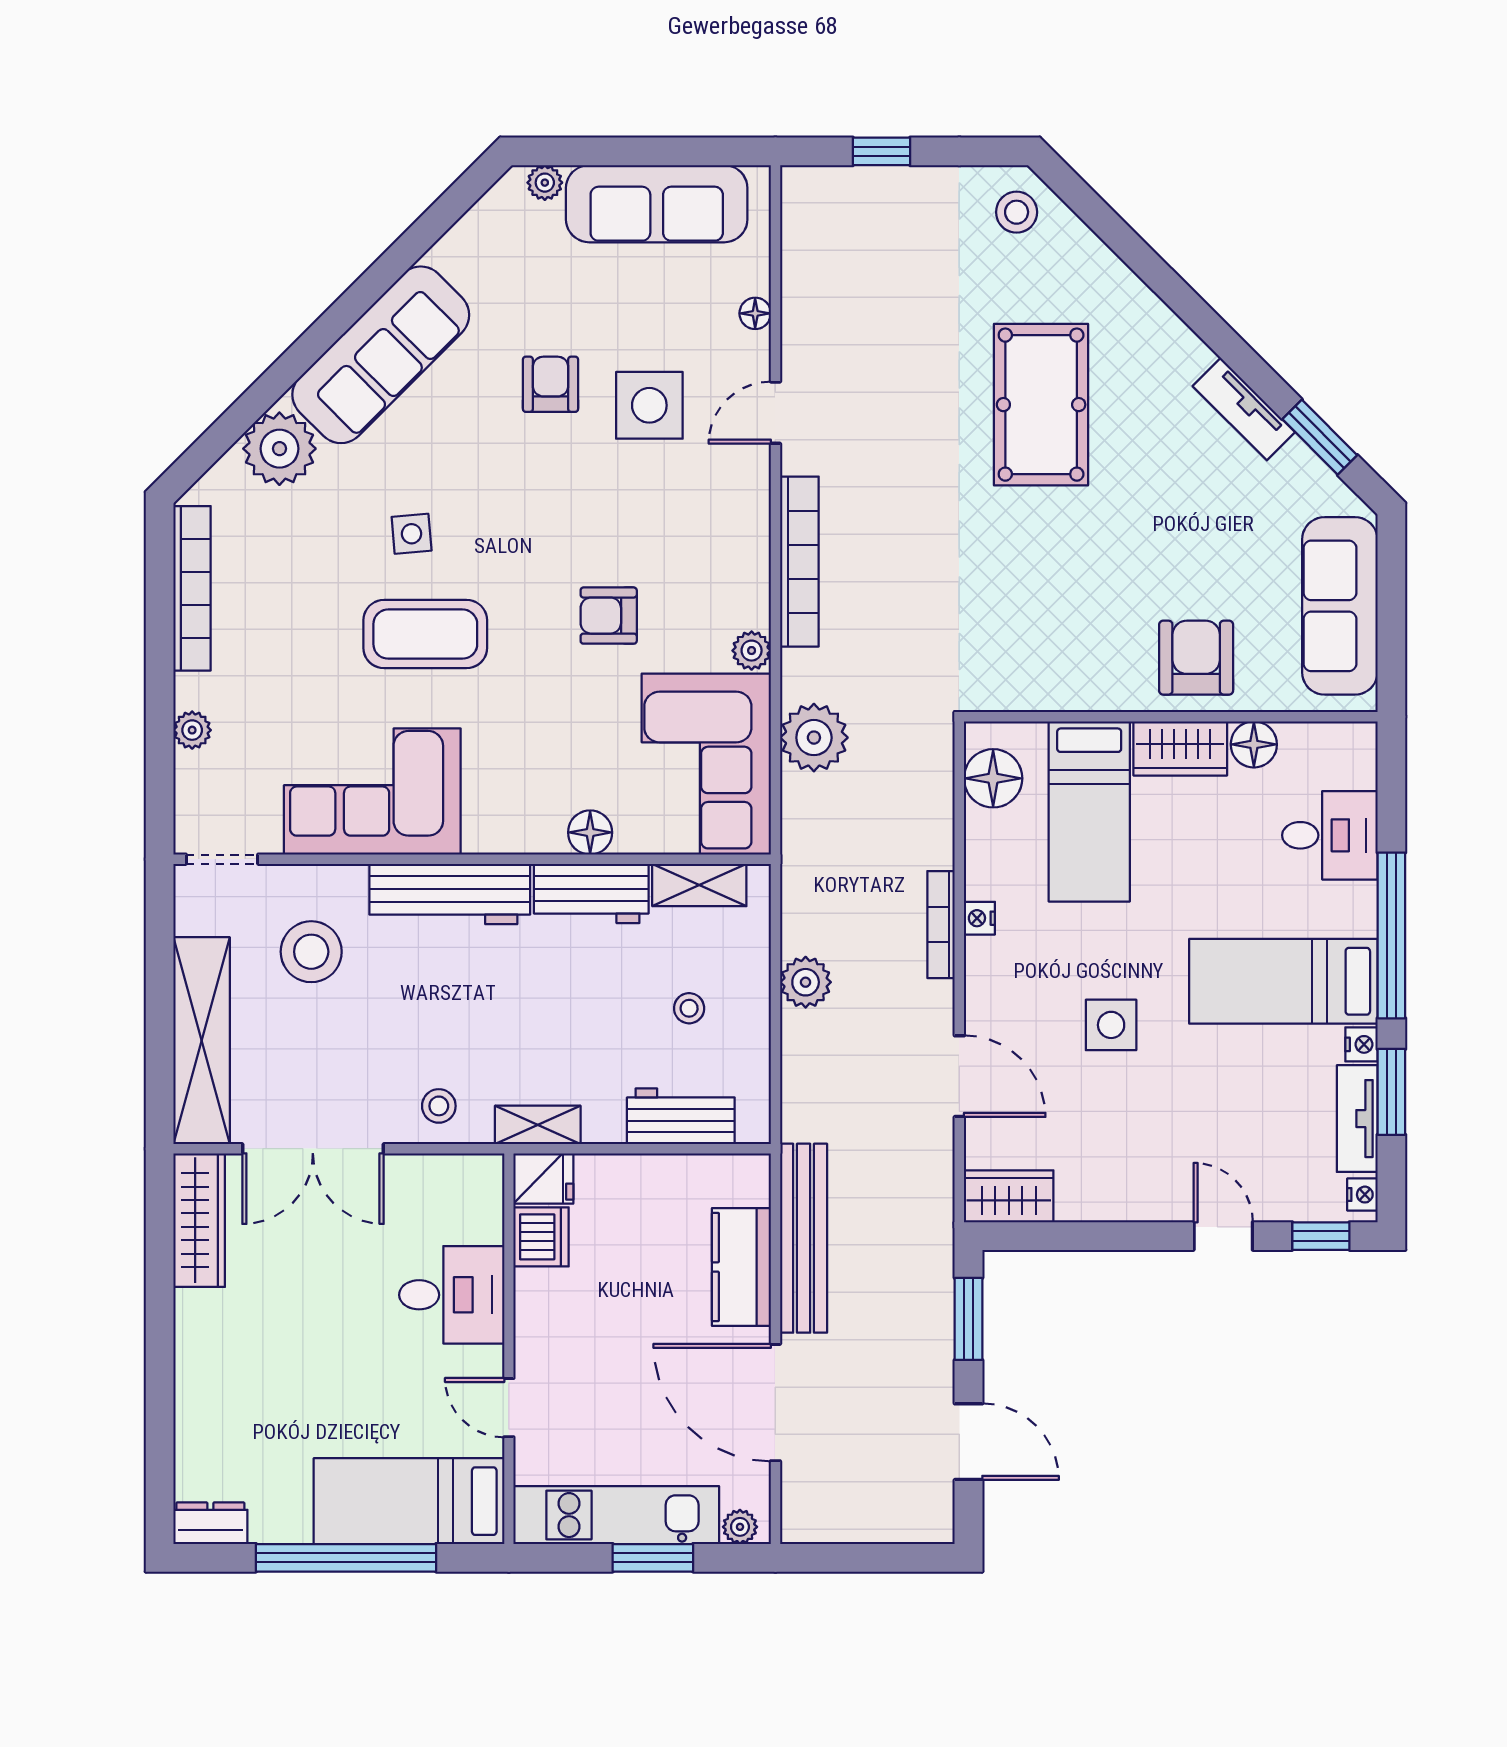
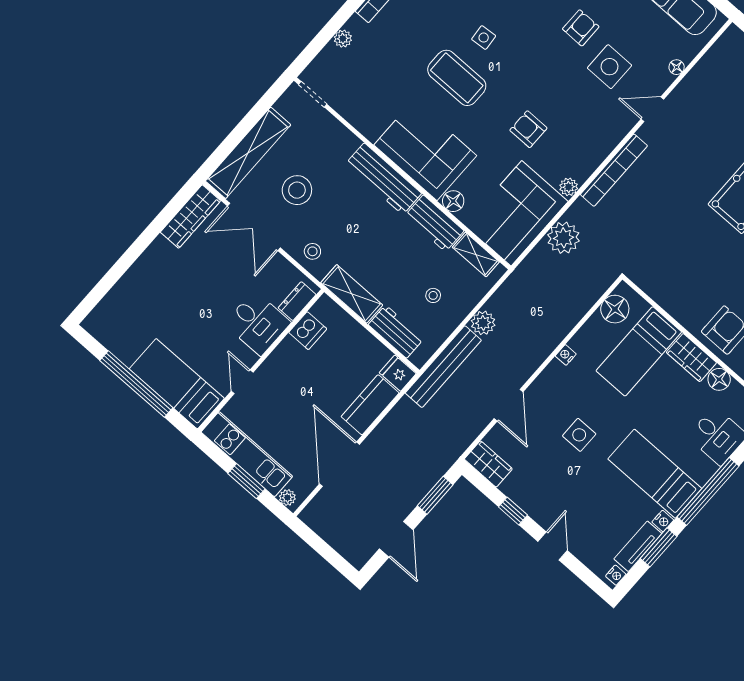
corner sofa: (372, 792) -> (425, 150), moved
bookcase: (941, 925) -> (550, 345), removed
stool: (311, 952) -> (297, 190), moved
shelving: (538, 1125) -> (352, 294), width x1.50, depth x1.33
fridge: (543, 1179) -> (398, 373), moved, turned 180
window: (1321, 1236) -> (513, 511), moved
bench: (804, 1238) -> (443, 367), moved
dresser: (210, 1523) -> (297, 301), moved, turned -90

